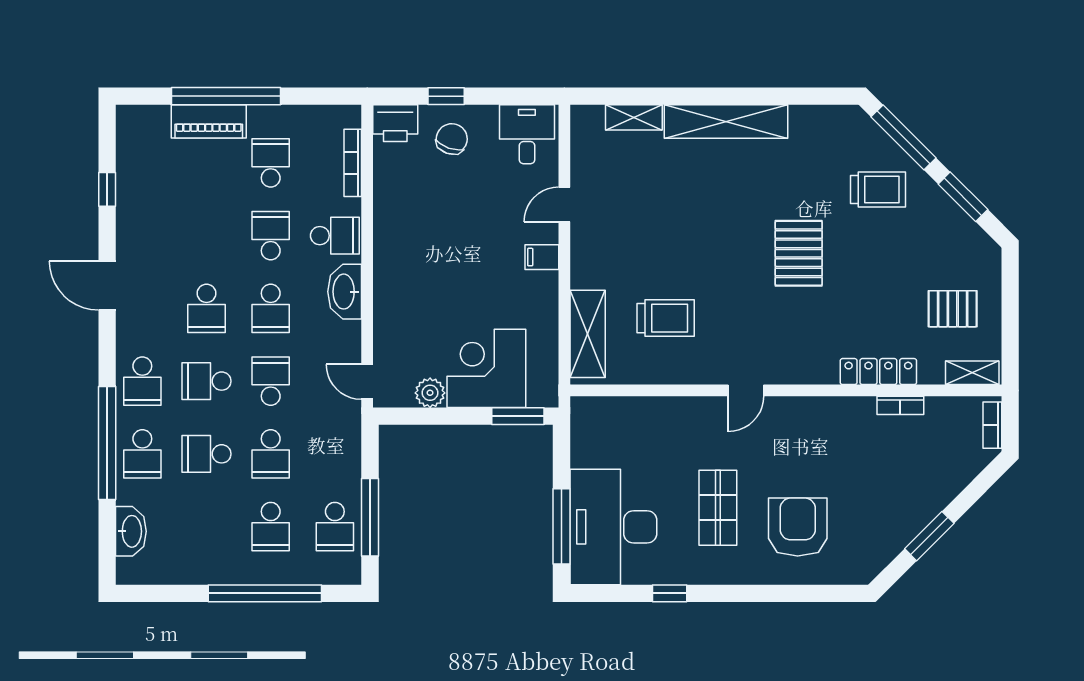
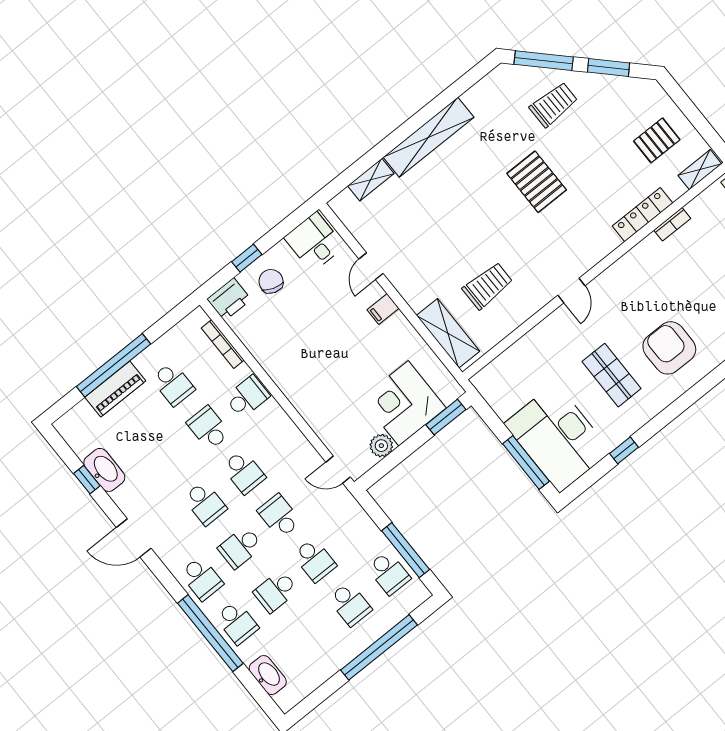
school desk: (271, 163) -> (173, 384), turned 180
washbasin: (345, 292) -> (104, 470), moved, turned 180

